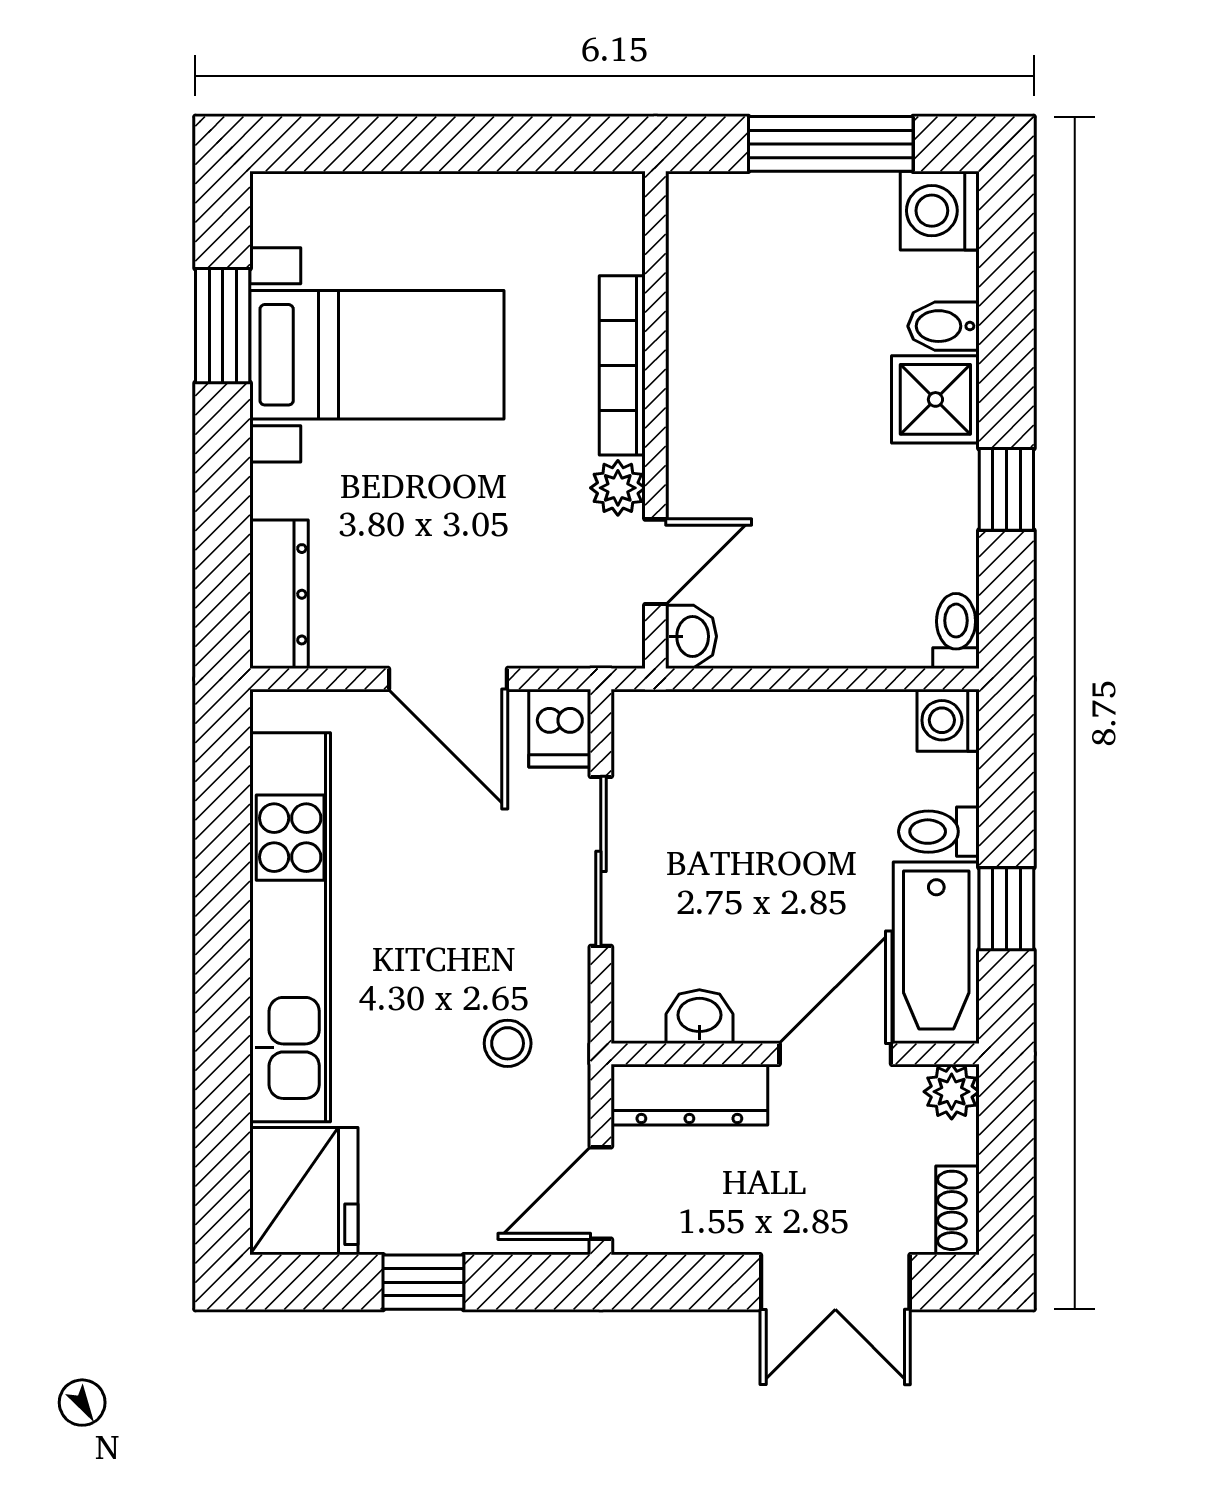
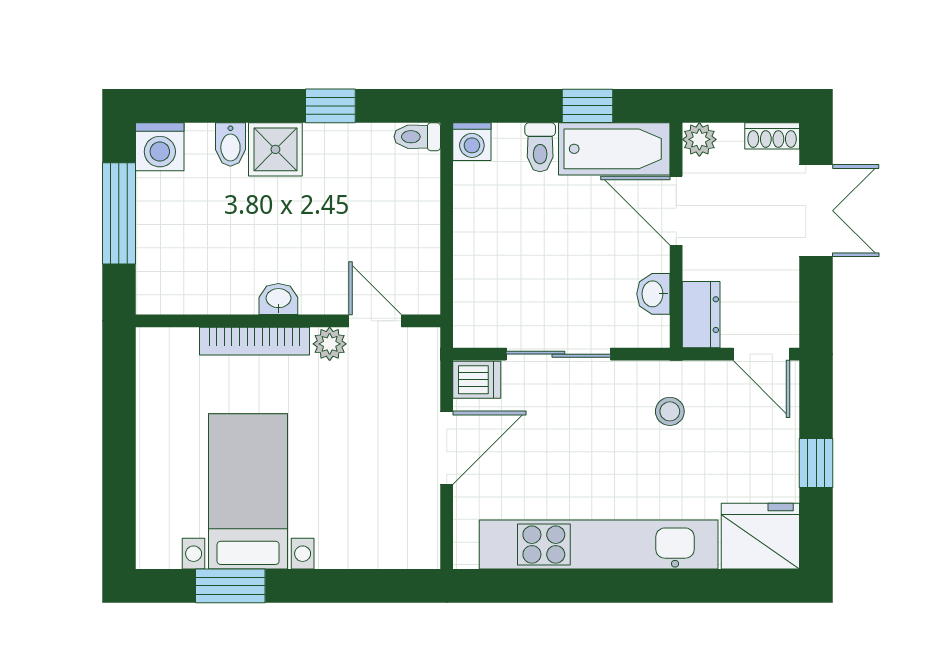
dresser: (279, 594) -> (395, 551), removed
washbasin: (691, 636) -> (278, 299), moved
dresser: (689, 1095) -> (701, 315), width x0.70

